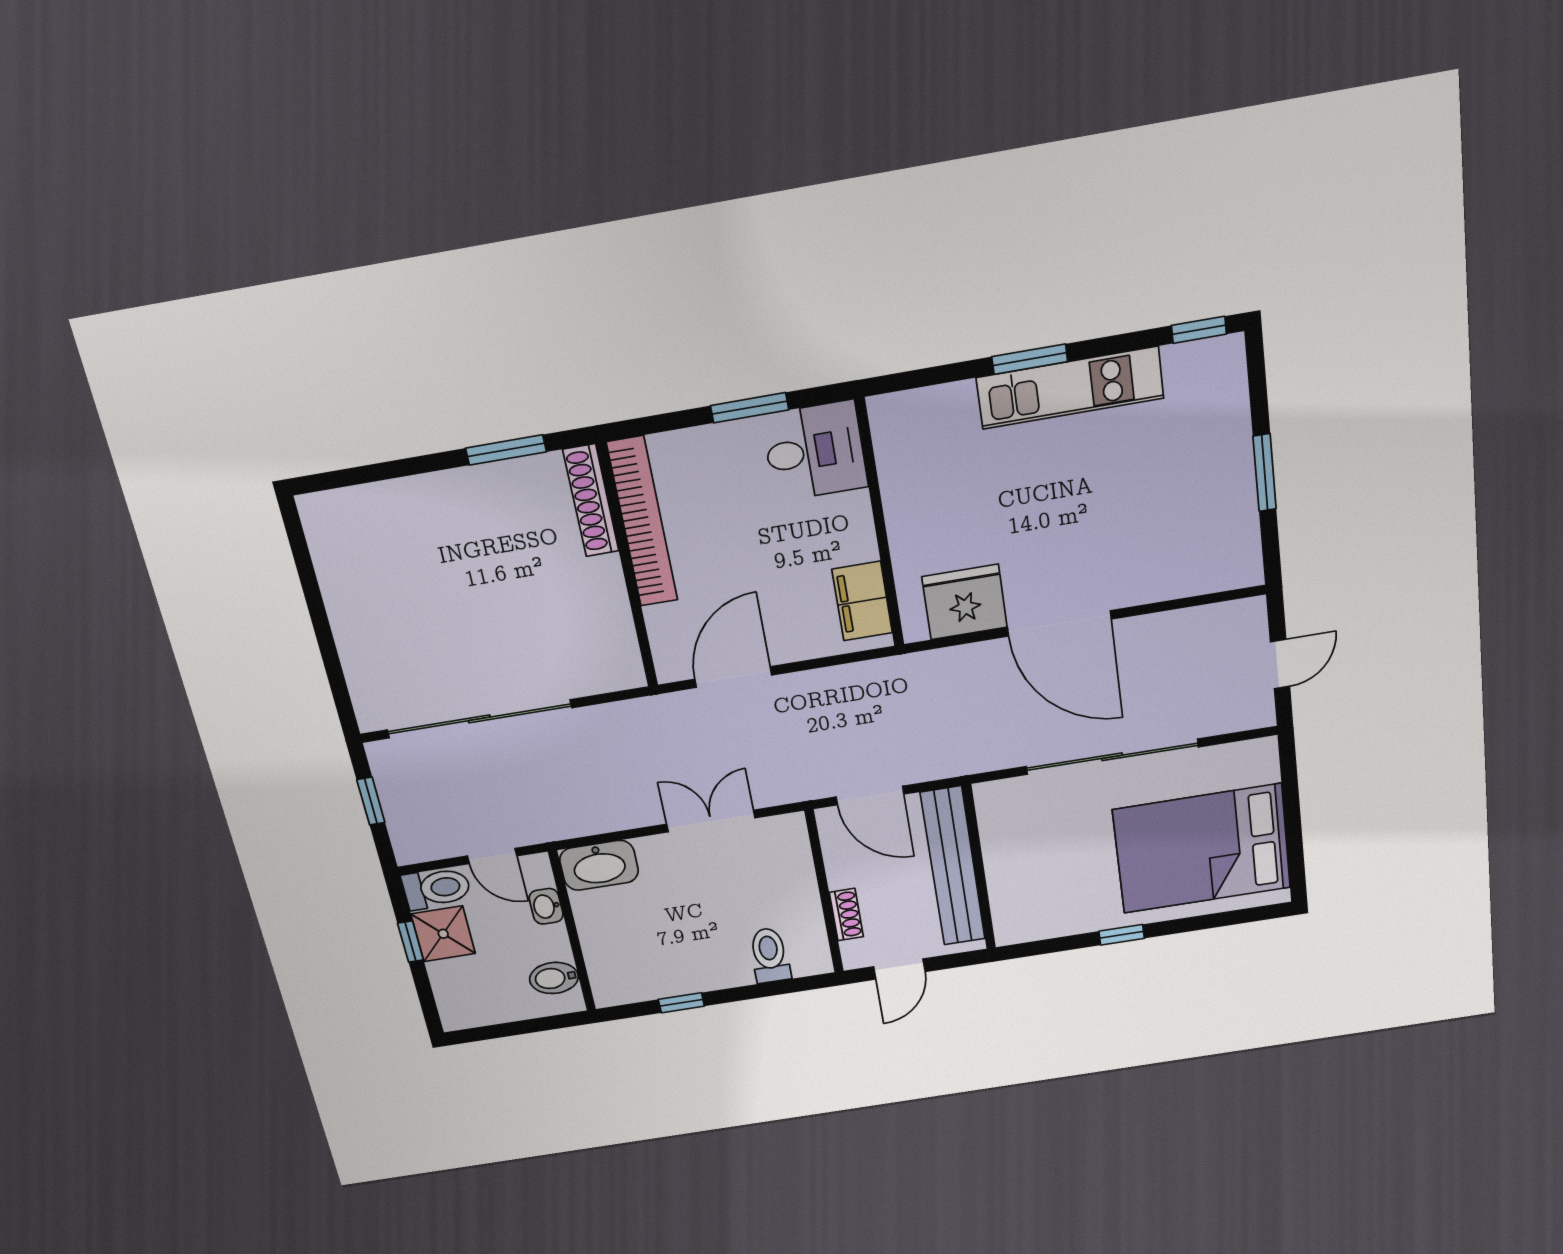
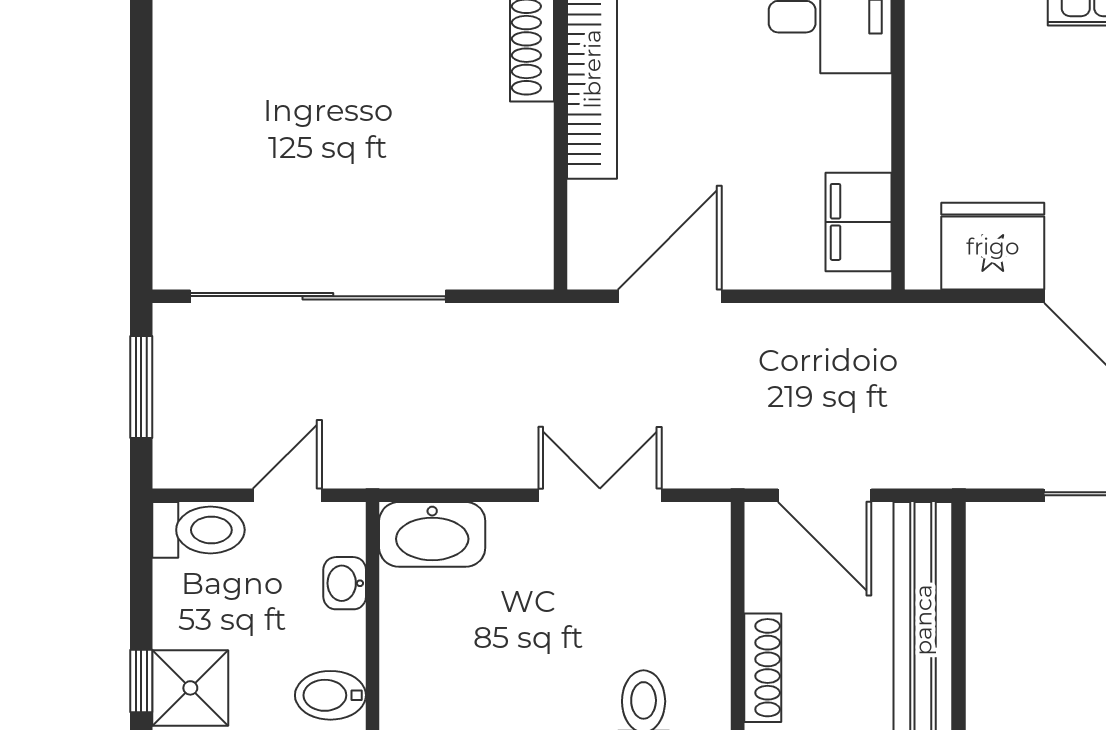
window: (371, 801) -> (141, 387), width x1.50
door: (492, 856) -> (287, 495), swing flipped
shoe rack: (846, 915) -> (763, 668), width x1.43
shower: (443, 934) -> (190, 688), moved
window: (411, 942) -> (141, 681), moved

